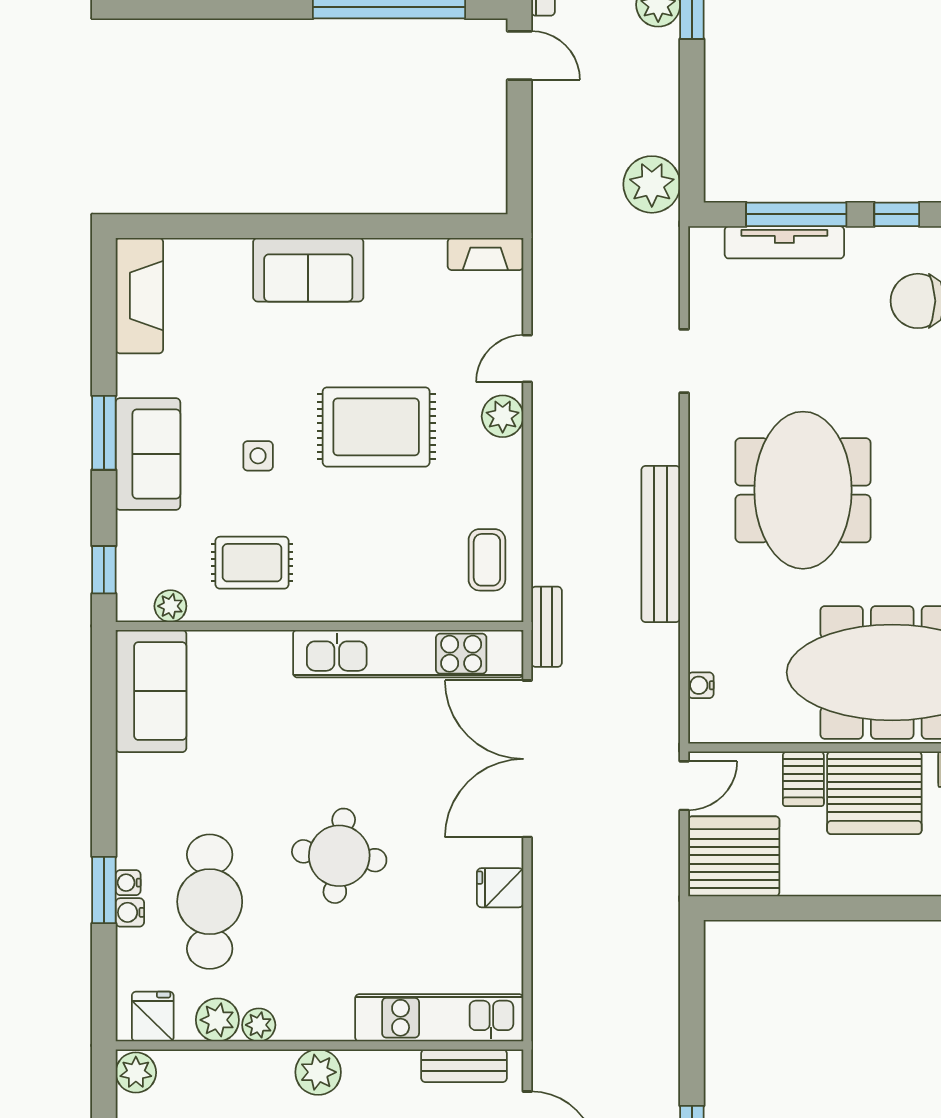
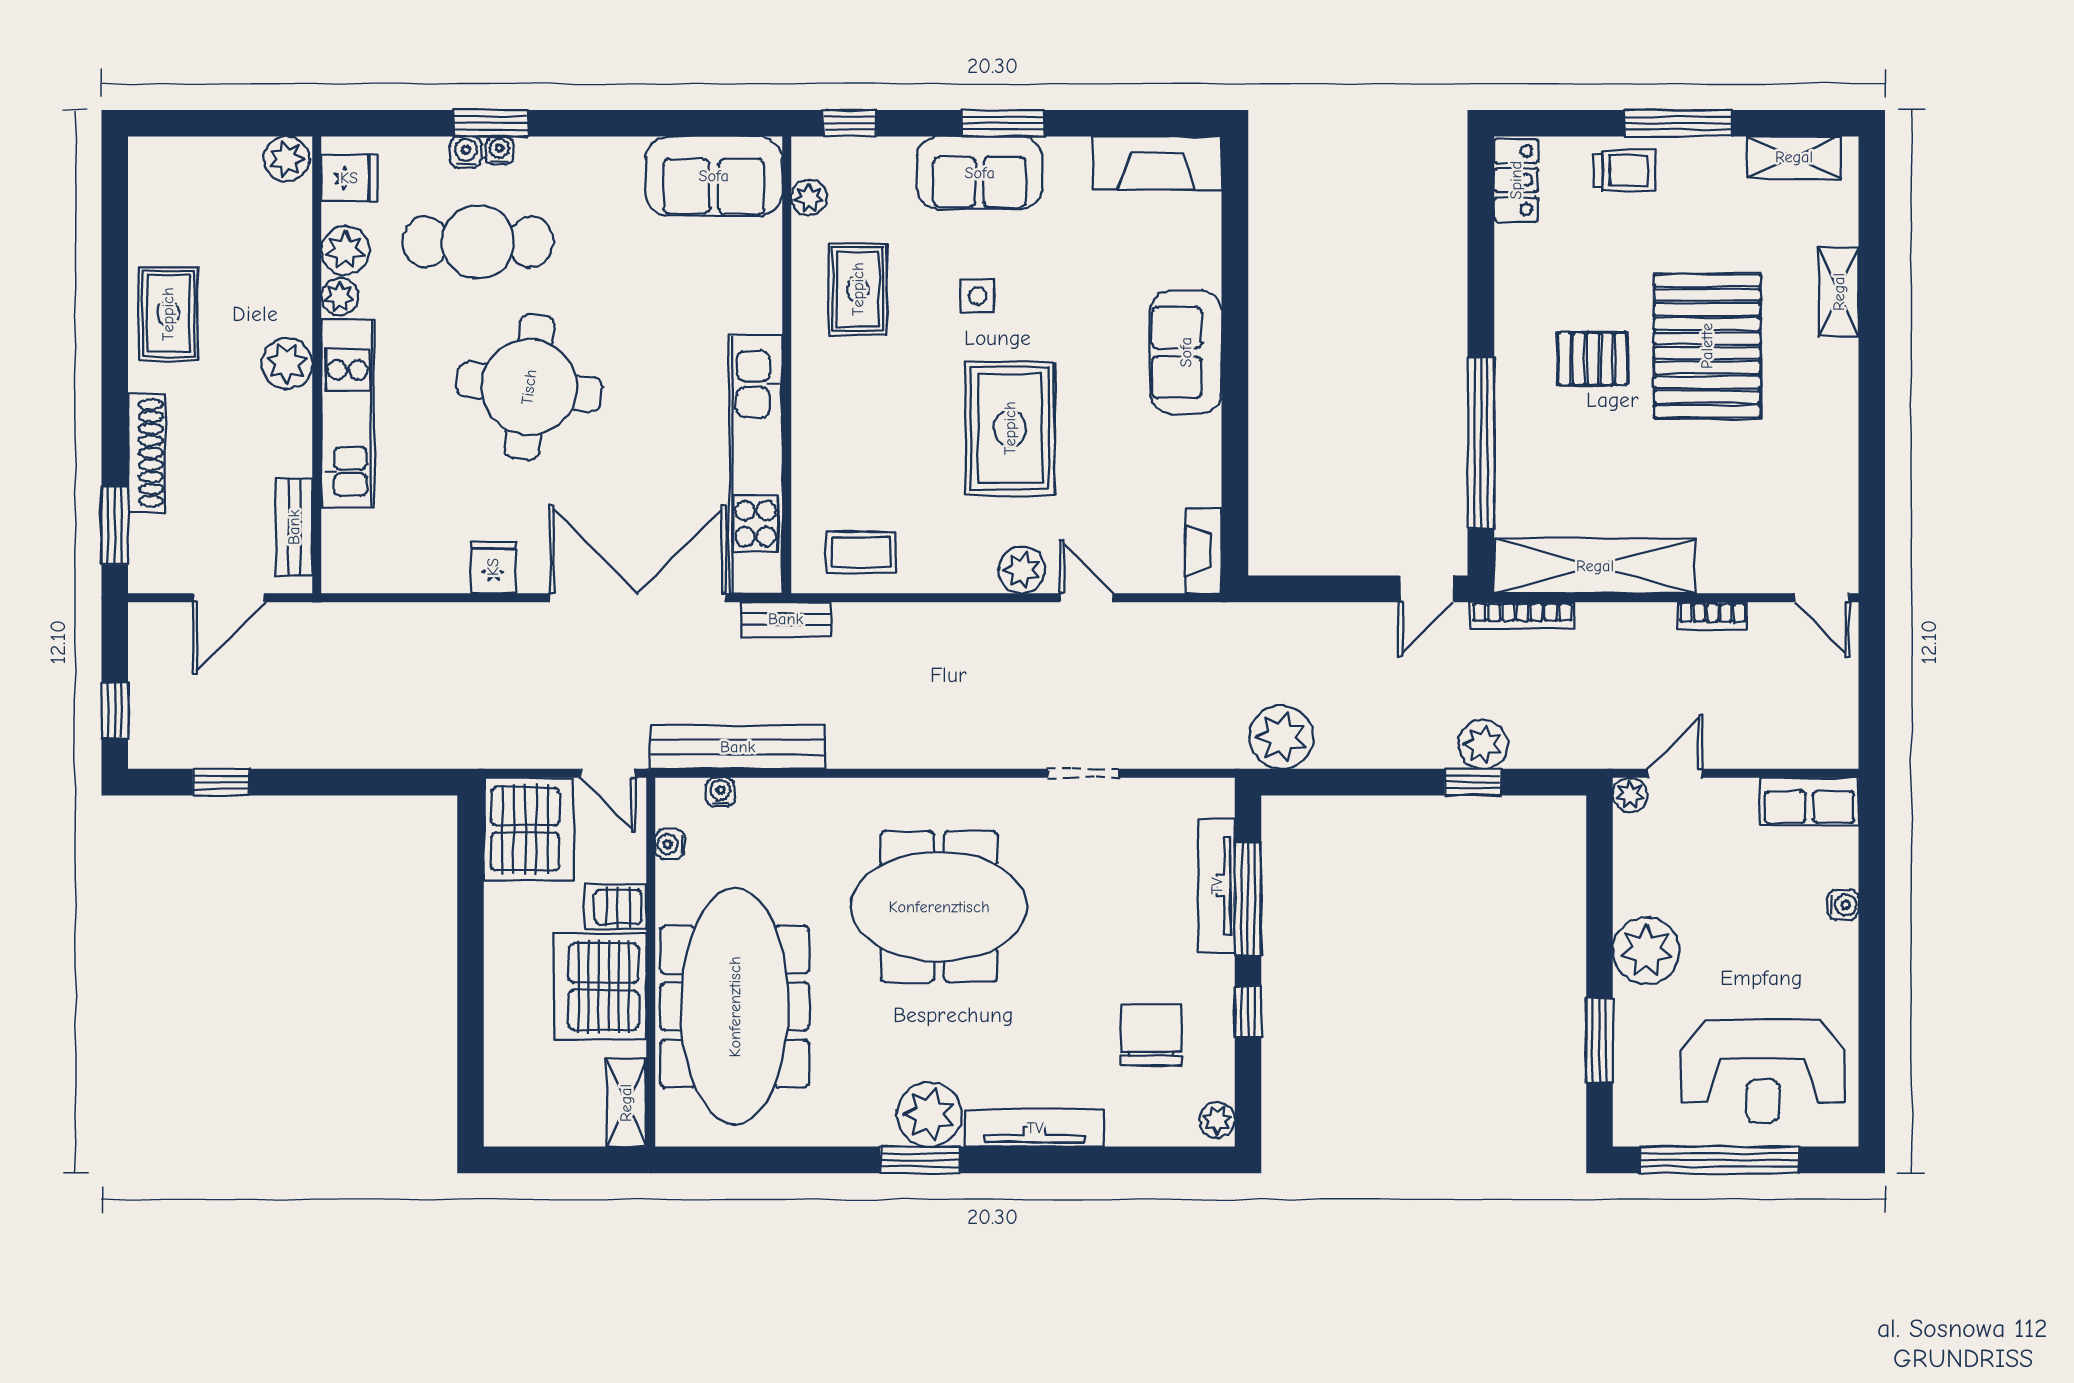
bench: (661, 544) -> (738, 747), moved
water cooler: (747, 730) -> (670, 844), added
round table: (339, 856) -> (529, 387), width x1.36, depth x1.36
kitchen unit: (439, 1018) -> (348, 413), moved

